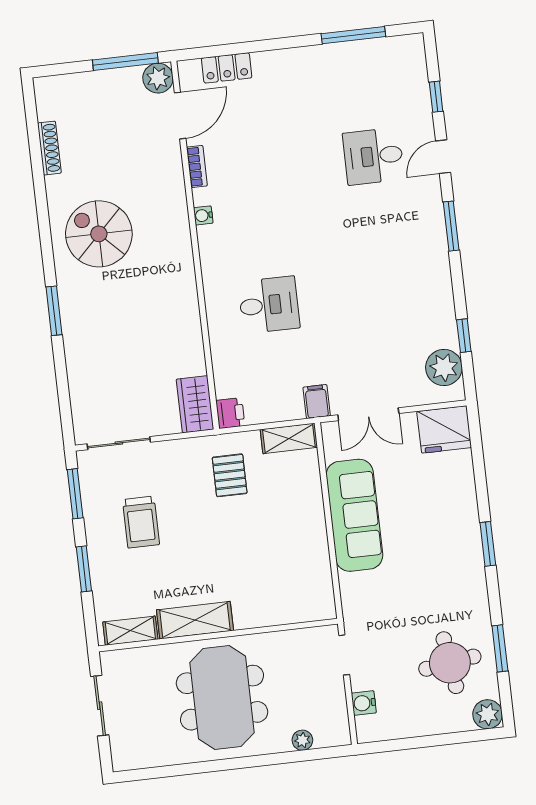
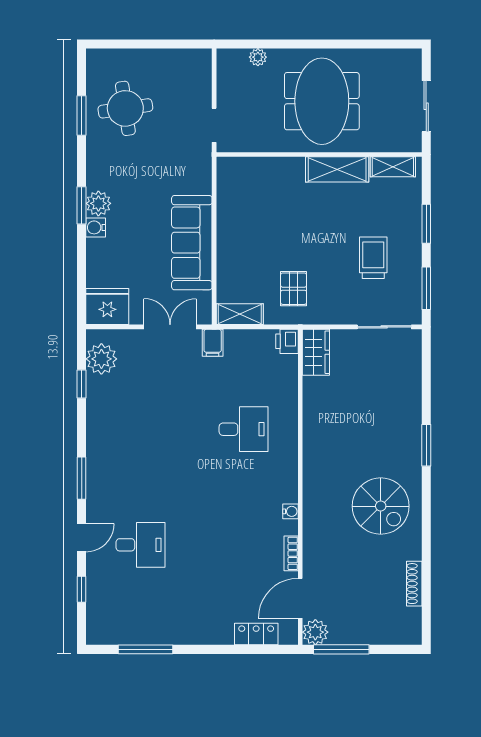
desk: (269, 305) -> (244, 429), turned 180
water cooler: (364, 703) -> (96, 227), moved, turned 180
plant: (488, 714) -> (98, 203), moved

